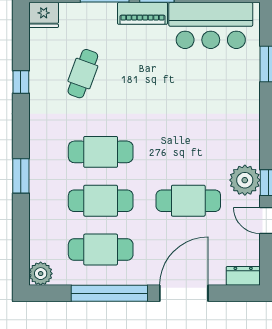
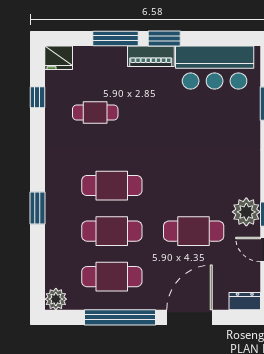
cafe table: (83, 74) -> (95, 113), turned 70
window: (21, 82) -> (37, 97), moved

